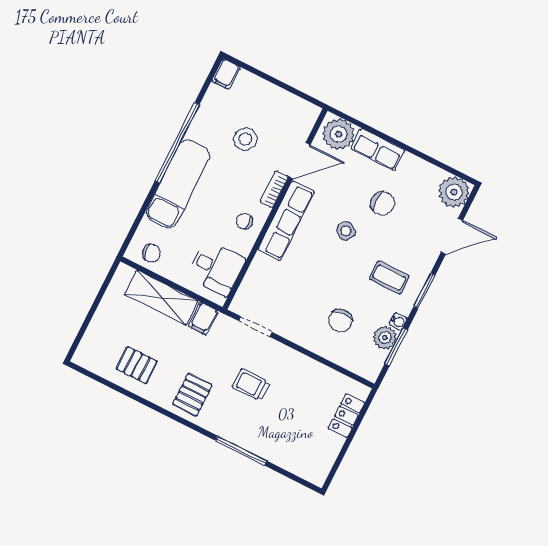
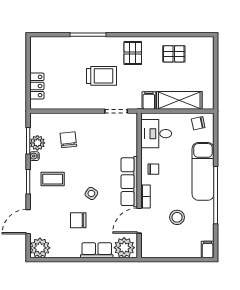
trolley: (251, 385) -> (101, 76), width x1.36, depth x1.39

